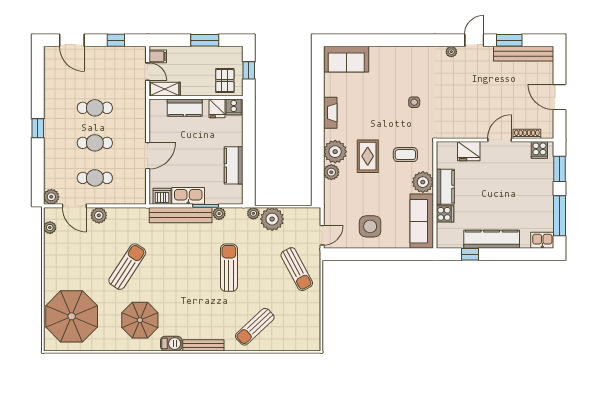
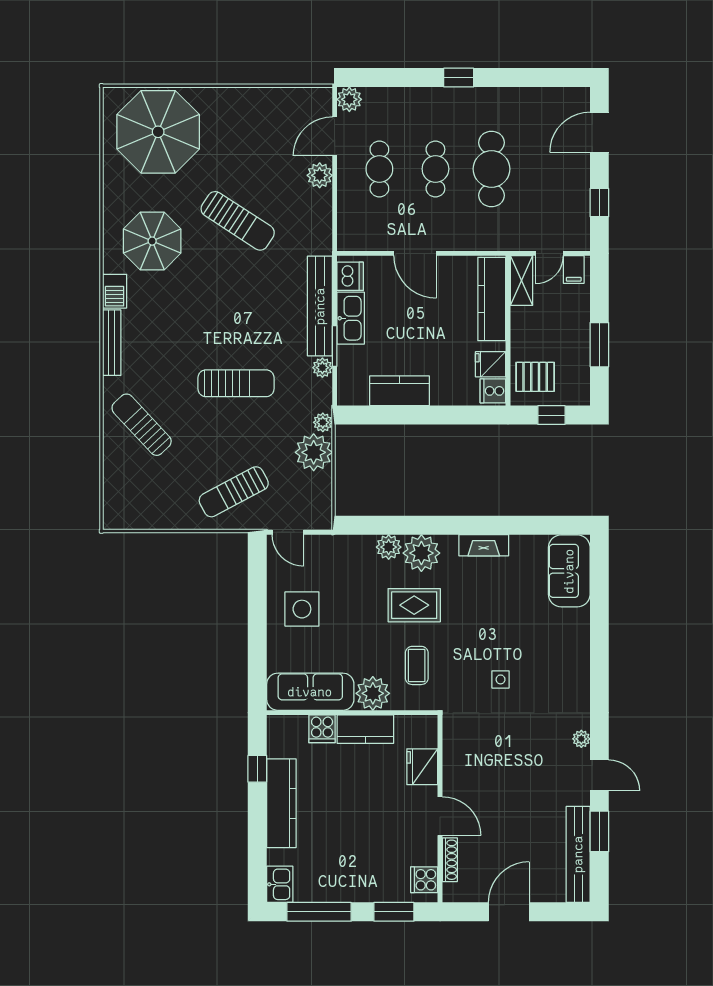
cafe table: (95, 108) -> (491, 169), width x1.37, depth x1.35
kitchen counter: (185, 108) -> (492, 299), width x1.50
plant: (50, 228) -> (300, 97), removed

